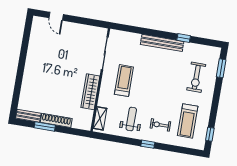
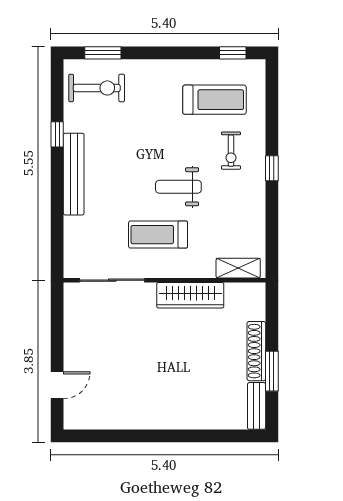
exercise bike: (196, 77) -> (97, 88), moved
weight bench: (131, 119) -> (178, 187), moved

